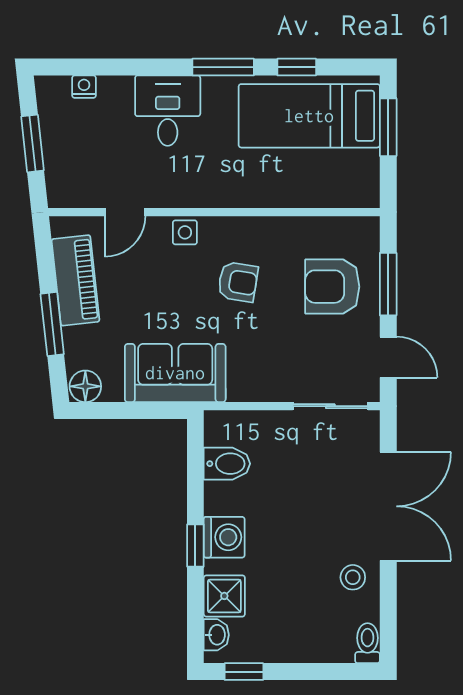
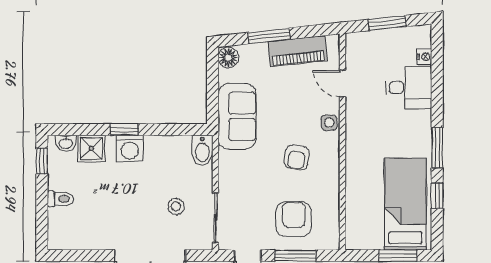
desk: (168, 111) -> (409, 88), moved
bidet: (227, 464) -> (202, 150), moved
stool: (353, 577) -> (176, 207), moved
toilet: (367, 643) -> (60, 199), moved

